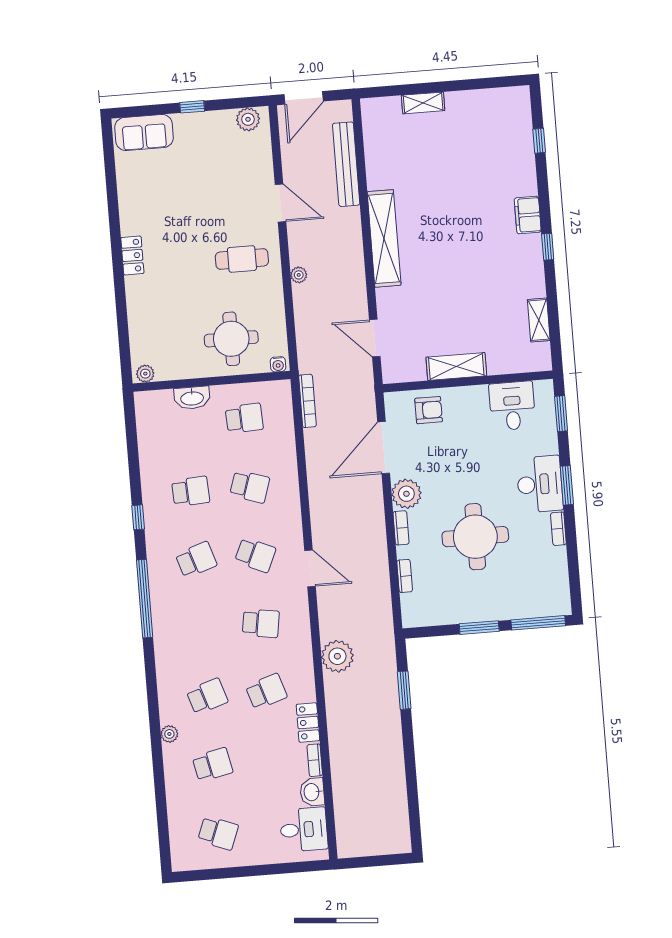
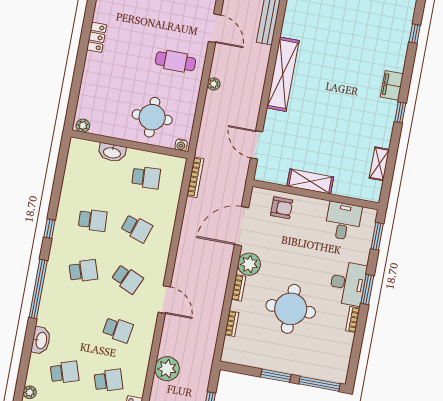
washbasin: (166, 664) -> (41, 340), added

